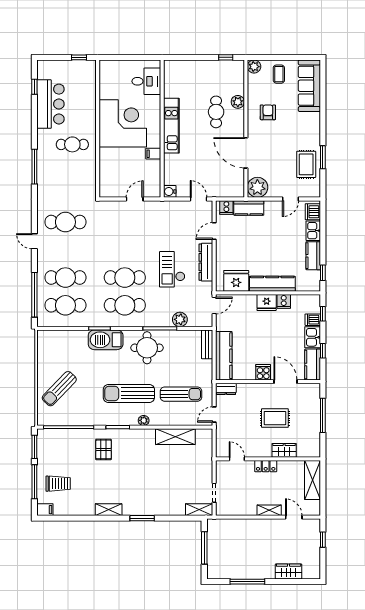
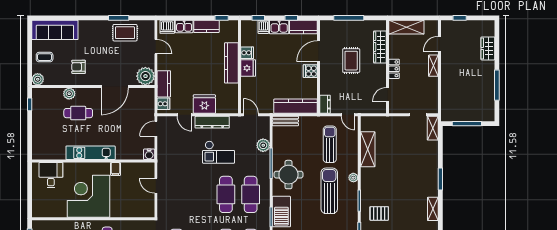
fridge: (236, 281) -> (204, 104), moved, turned 90
sun lounger: (129, 393) -> (329, 191), turned 180
wardrobe: (284, 450) -> (380, 47), width x1.50

